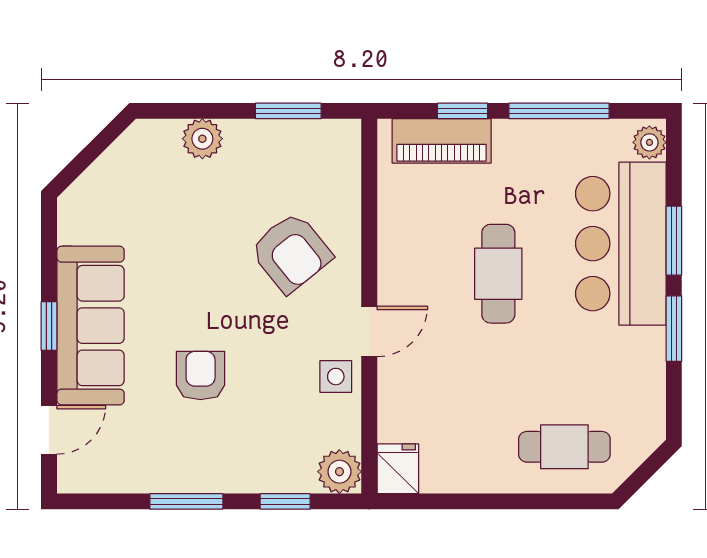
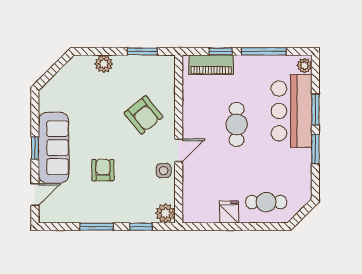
fridge: (398, 469) -> (229, 212), moved

